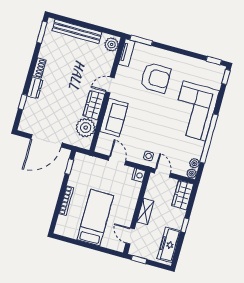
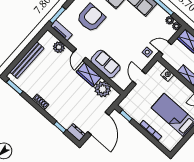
plant: (112, 44) -> (59, 47), moved
dresser: (35, 88) -> (76, 132), moved
door: (117, 160) -> (139, 77), hinge flipped
nightstand: (139, 175) -> (167, 75), moved

